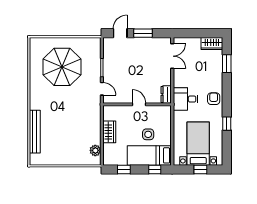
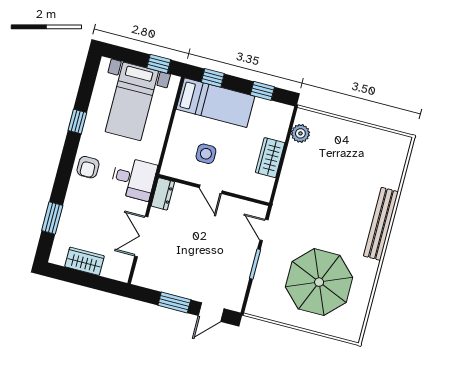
wardrobe: (212, 43) -> (85, 261), moved
double door: (172, 56) -> (141, 236), moved
bench: (35, 132) -> (381, 224), moved
side table: (148, 134) -> (206, 154), moved
window: (200, 169) -> (159, 64), moved

